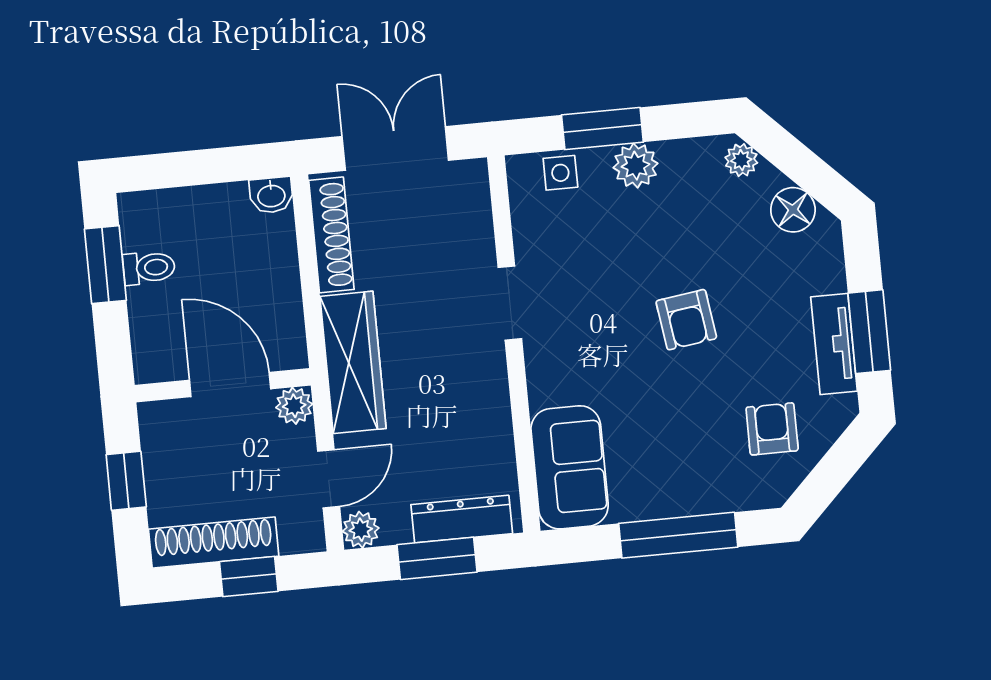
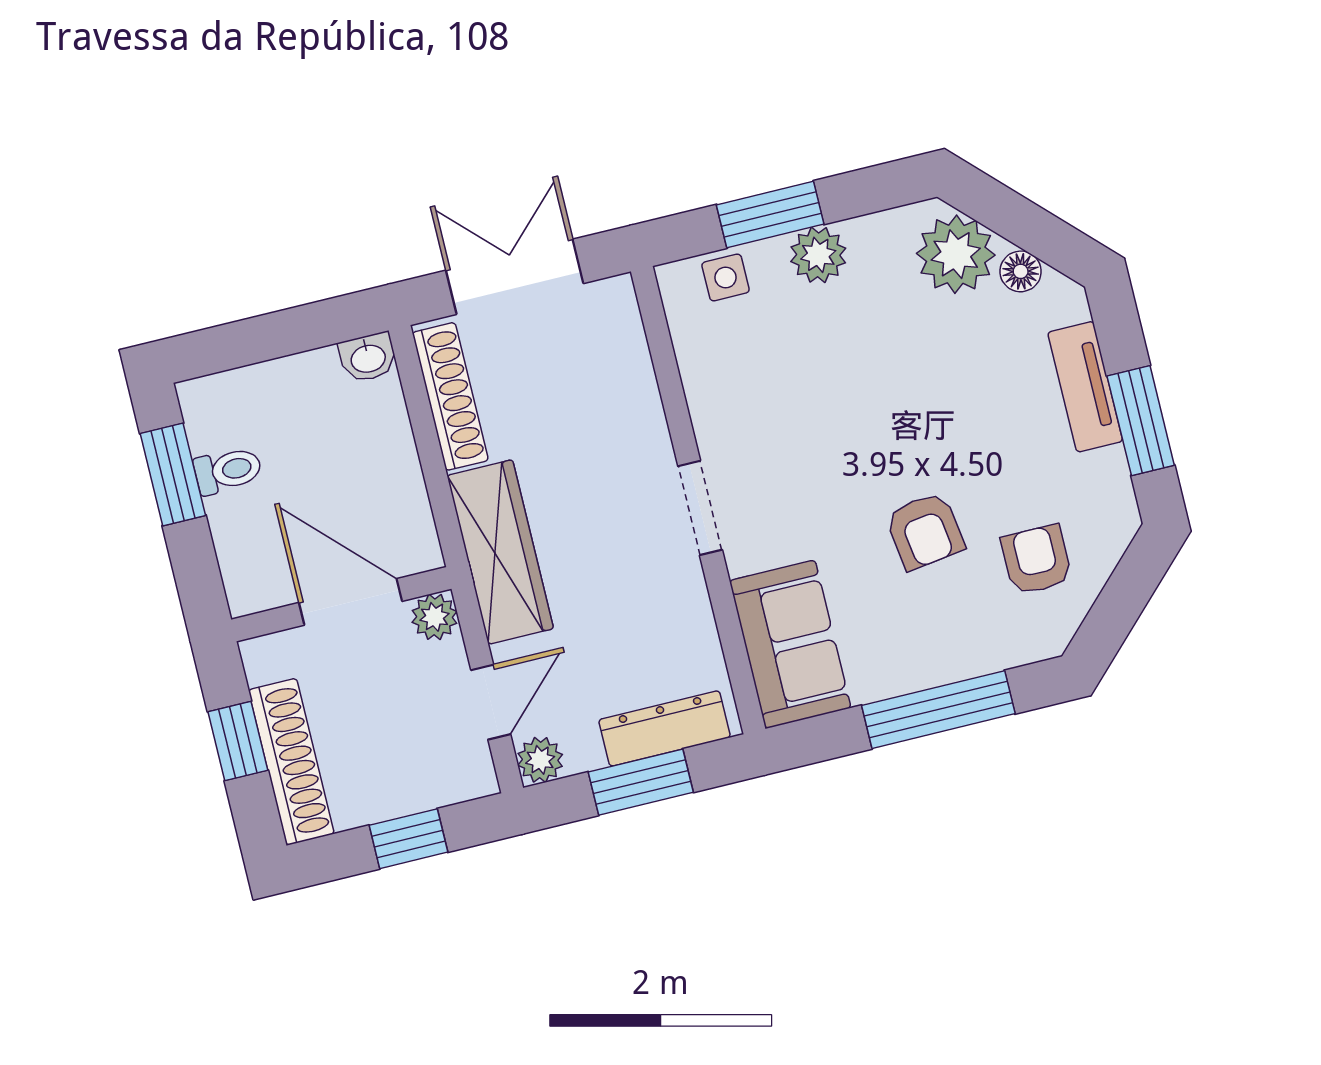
plant: (741, 160) -> (956, 254), width x1.88, depth x1.88
floor lamp: (793, 210) -> (1021, 271), width x0.73, depth x0.73
doorway: (510, 303) -> (700, 508), moved
armchair: (686, 320) -> (925, 531), moved
tv unit: (834, 344) -> (1085, 387), moved
shoe rack: (214, 543) -> (291, 762), moved, turned 90

